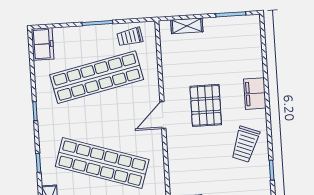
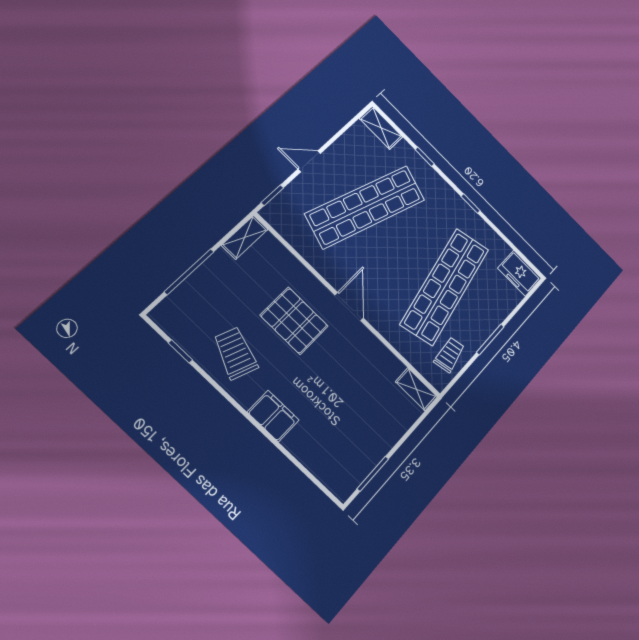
shelving: (187, 26) -> (416, 389), moved, turned 90
pallet: (206, 105) -> (294, 321), moved

